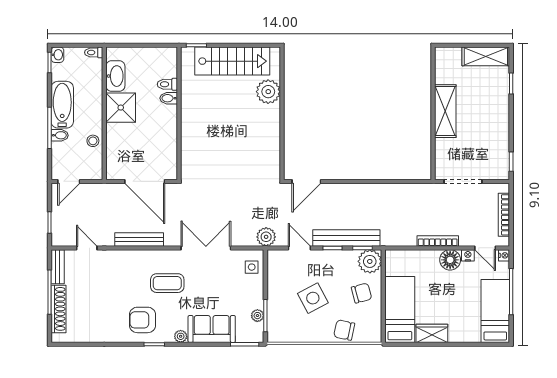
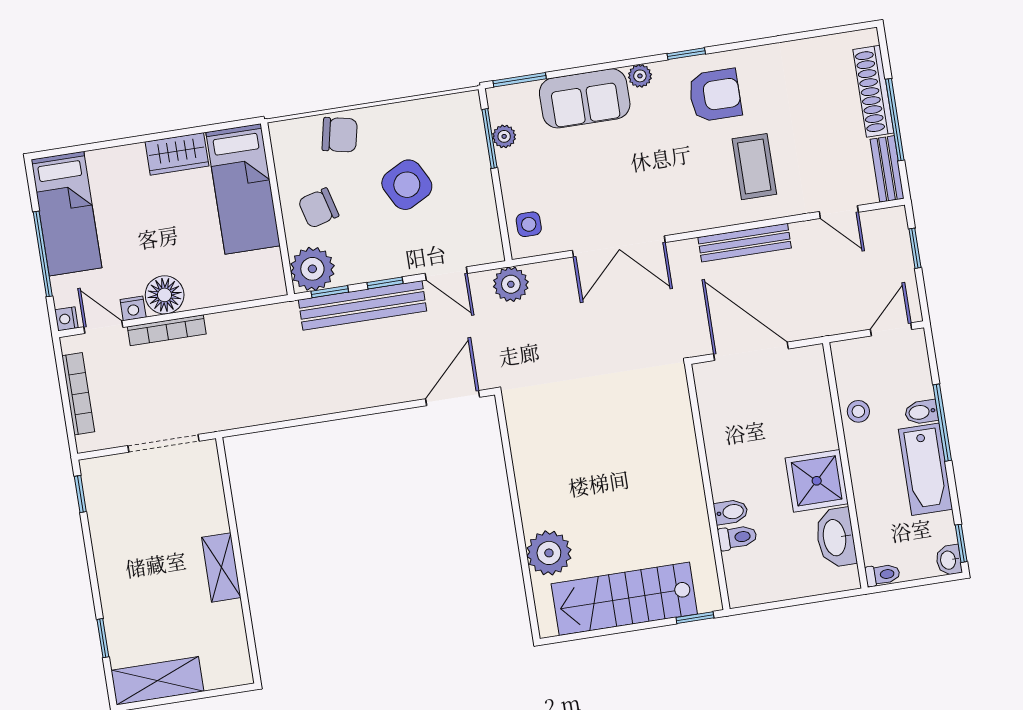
shelving: (445, 111) -> (221, 567), width x0.67, depth x0.75
bookcase: (438, 241) -> (167, 330), moved
coffee table: (167, 283) -> (754, 167), moved, turned 90

